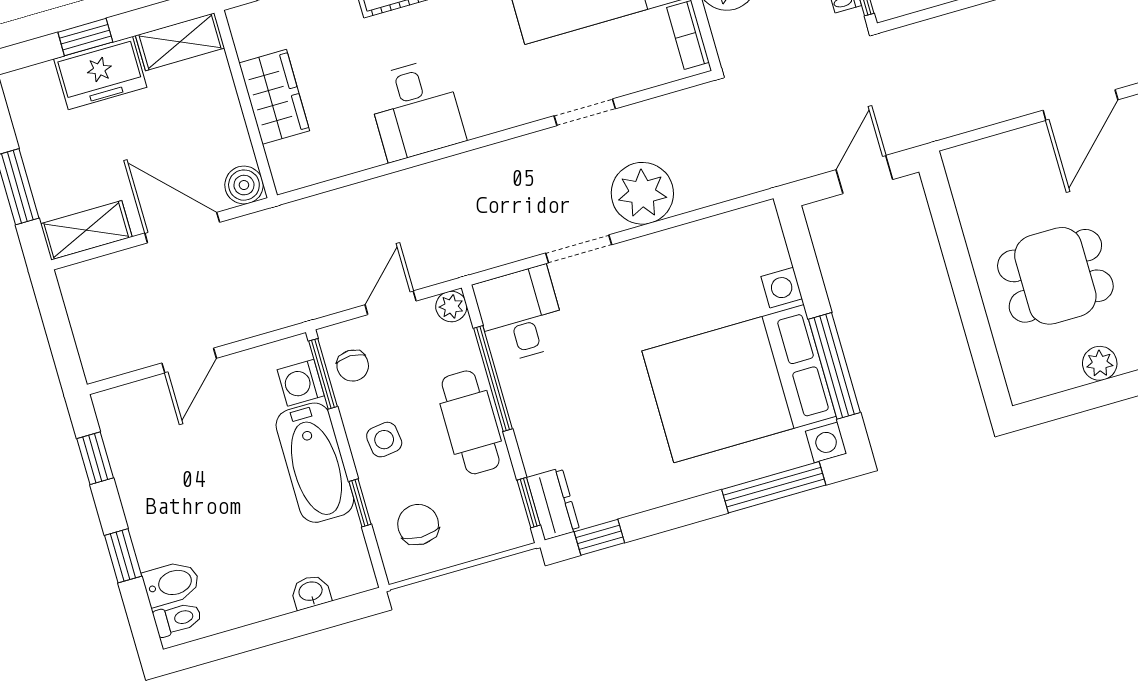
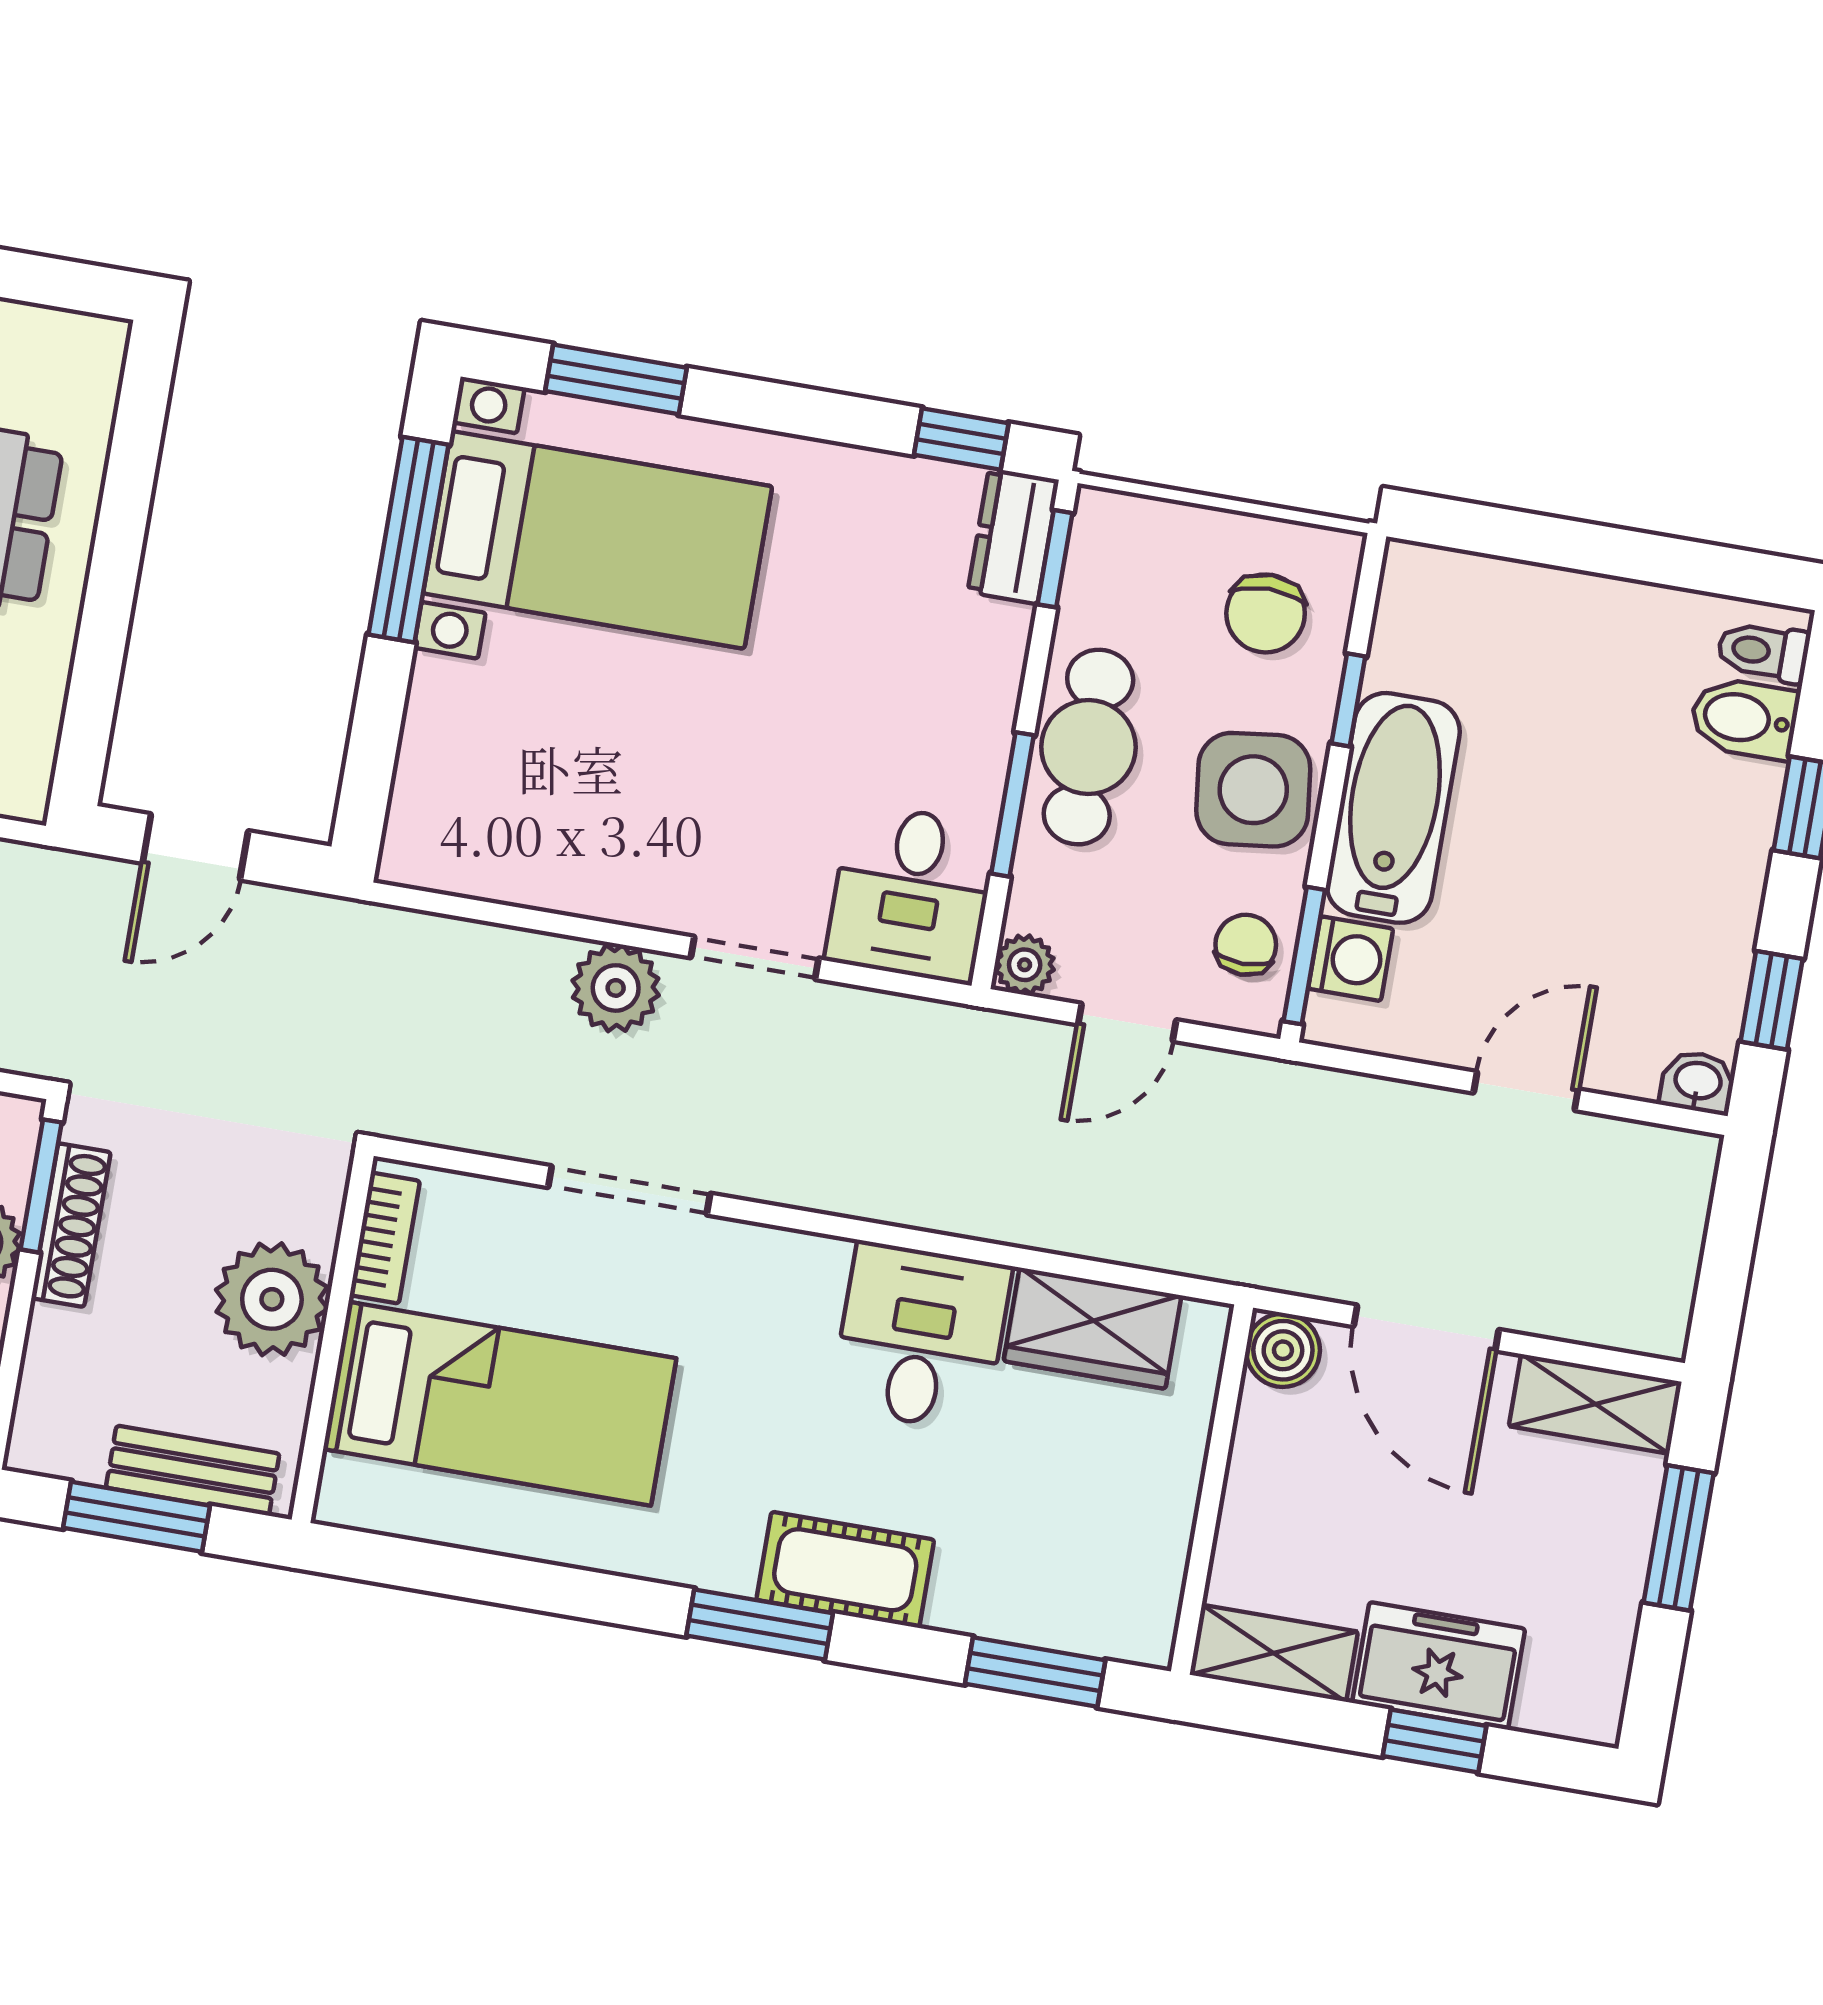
wardrobe: (274, 97) -> (1092, 1328), moved, turned -90
doorway: (585, 112) -> (629, 1190), width x1.38
plant: (642, 193) -> (616, 988), width x0.73, depth x0.73
window: (493, 379) -> (1013, 804), width x0.69
bed with nightstands: (739, 384) -> (598, 540), width x0.73
side table: (384, 440) -> (1253, 790), width x1.87, depth x1.87
window: (774, 487) -> (616, 379), width x0.69
washbasin: (311, 592) -> (1698, 1082), moved, turned 180

